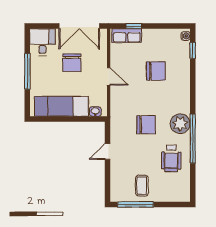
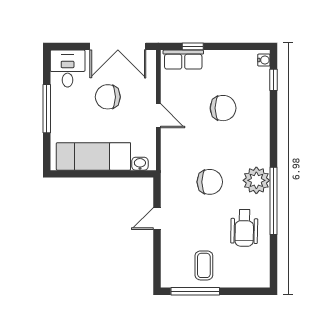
chair: (72, 63) -> (108, 97), turned 90

